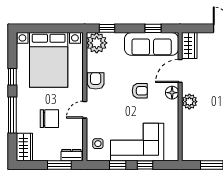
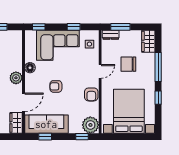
floor lamp: (172, 93) -> (30, 68), moved
window: (145, 165) -> (39, 27), moved

